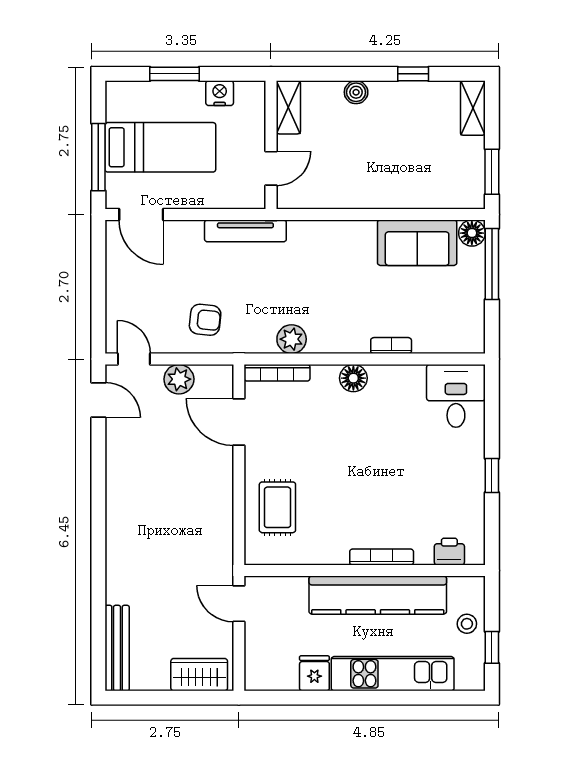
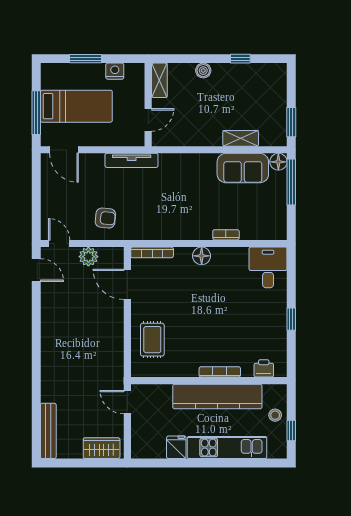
shelving: (473, 108) -> (241, 138), moved, turned 90
plant: (292, 339) -> (161, 231), removed

